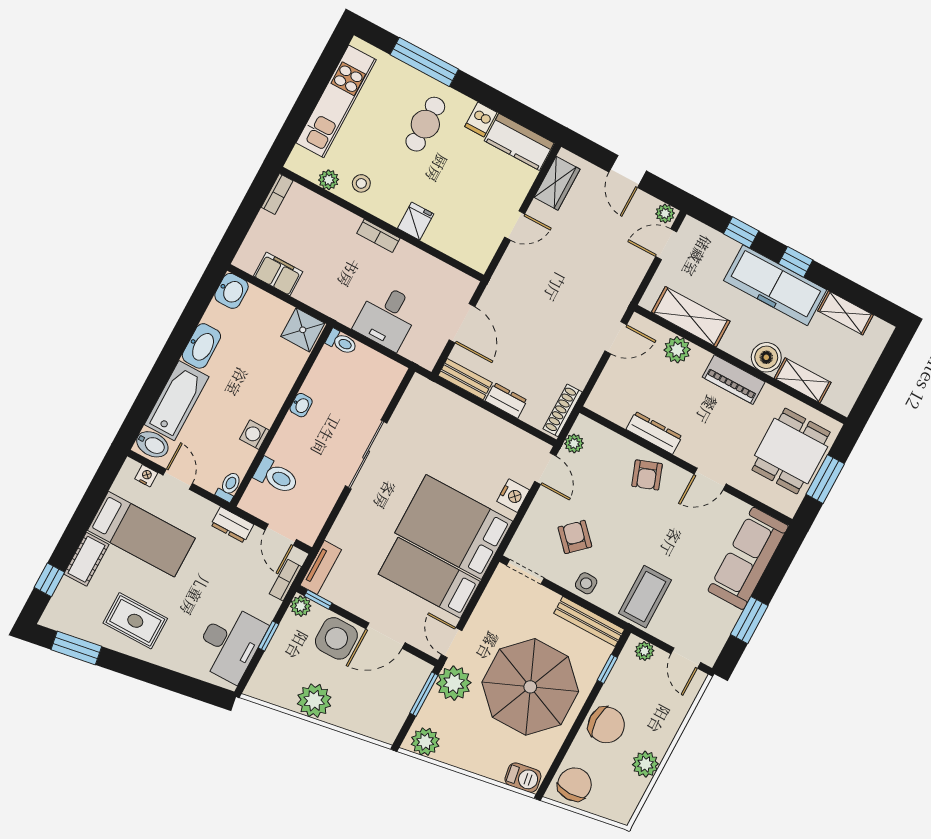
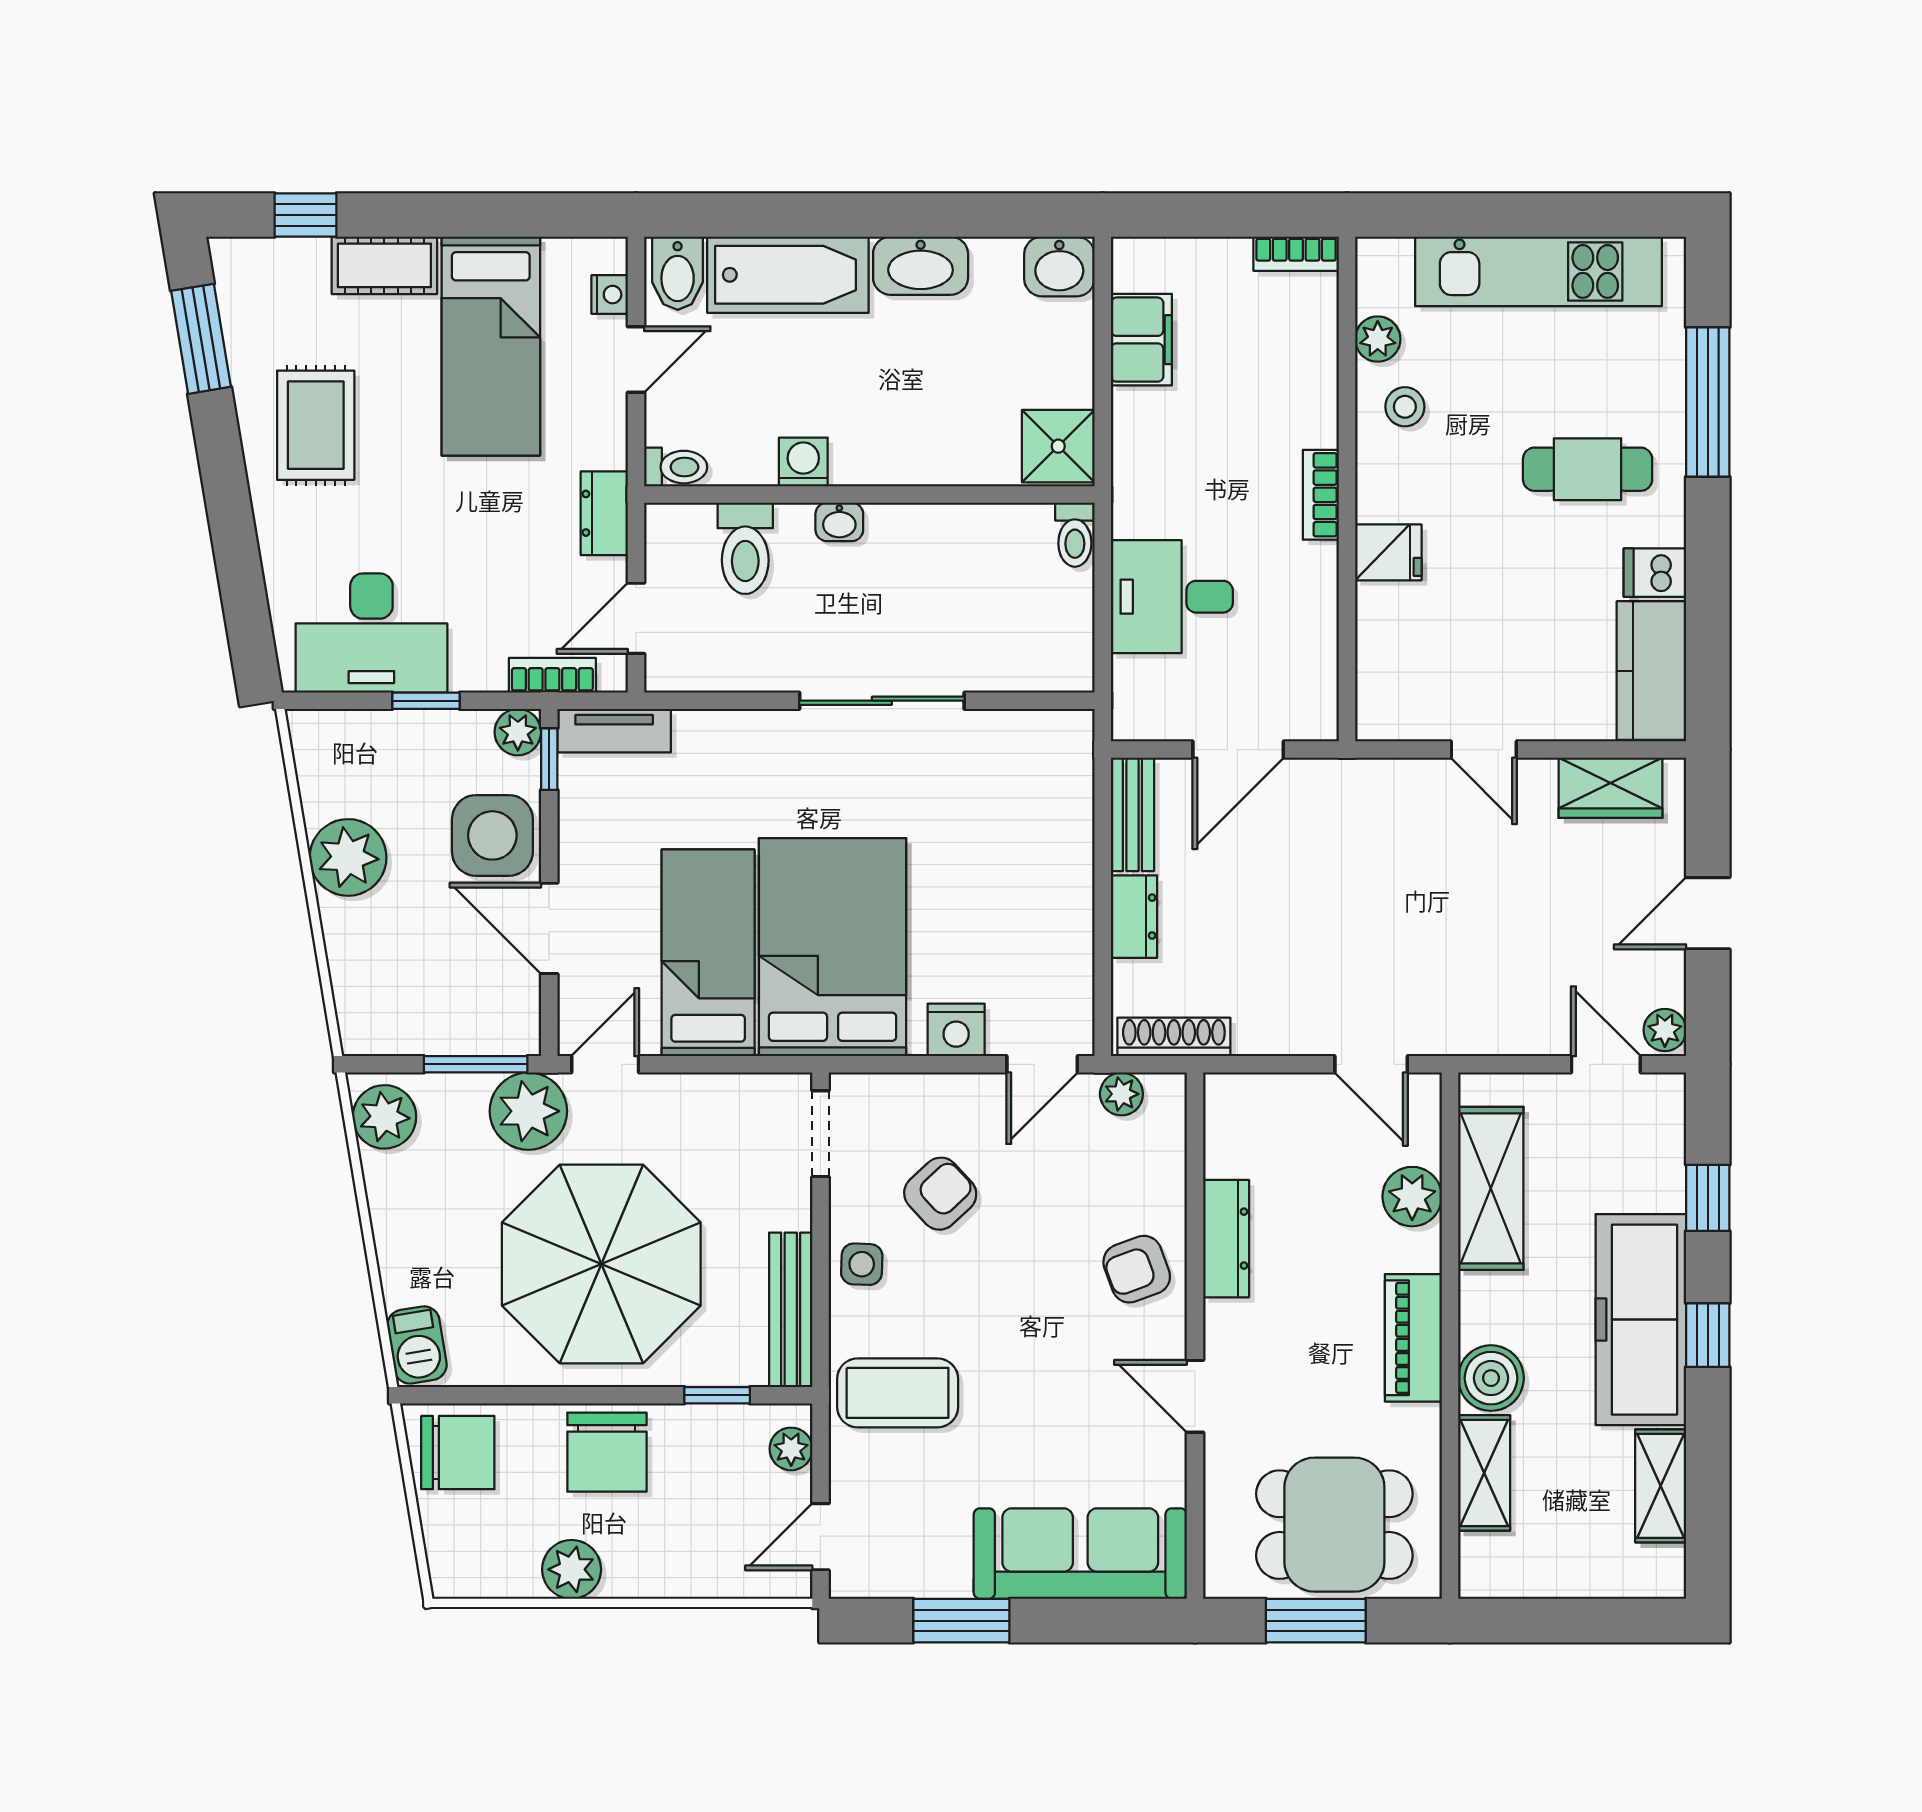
washbasin: (301, 405) -> (839, 522), moved

